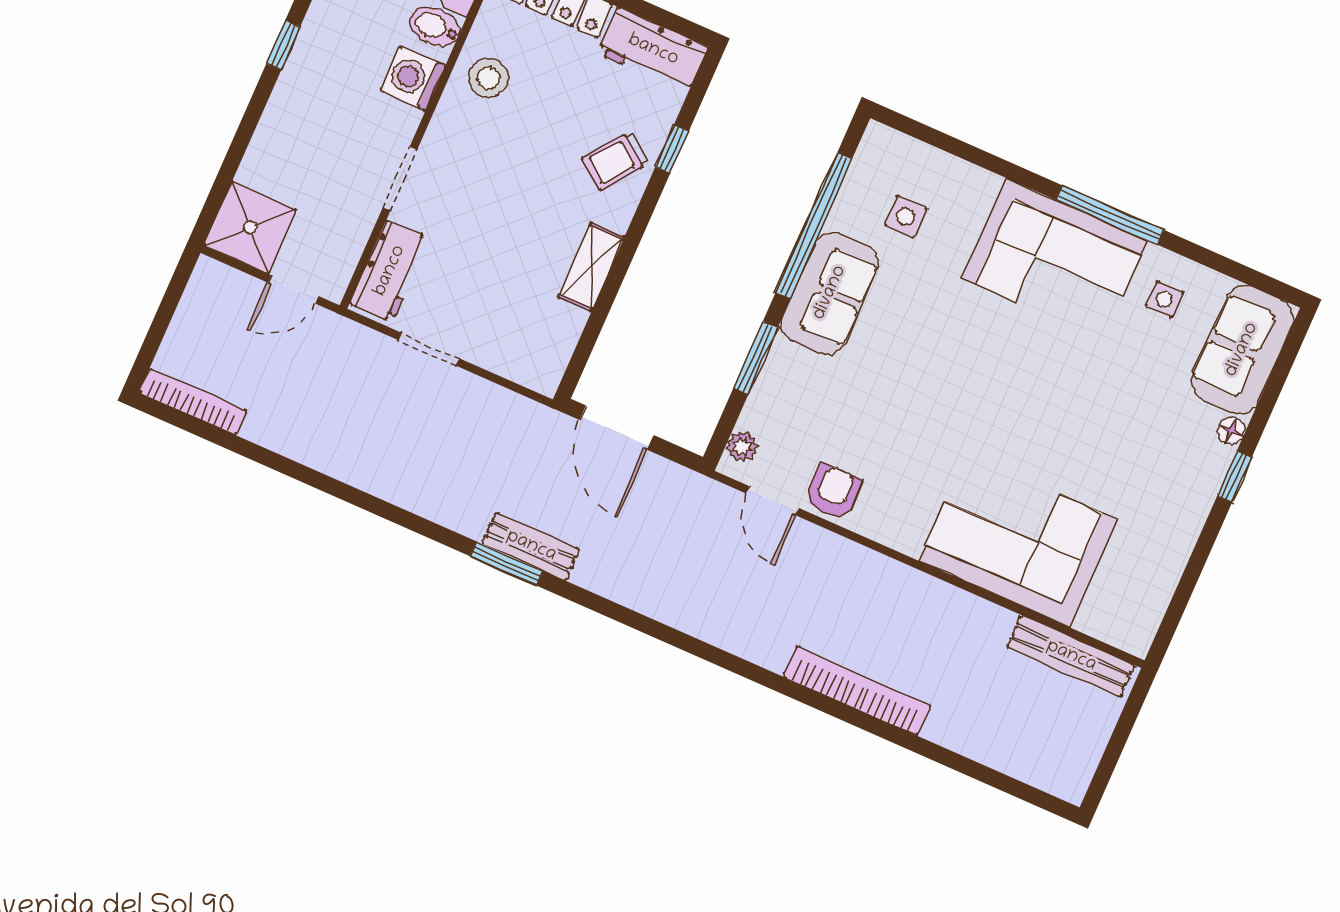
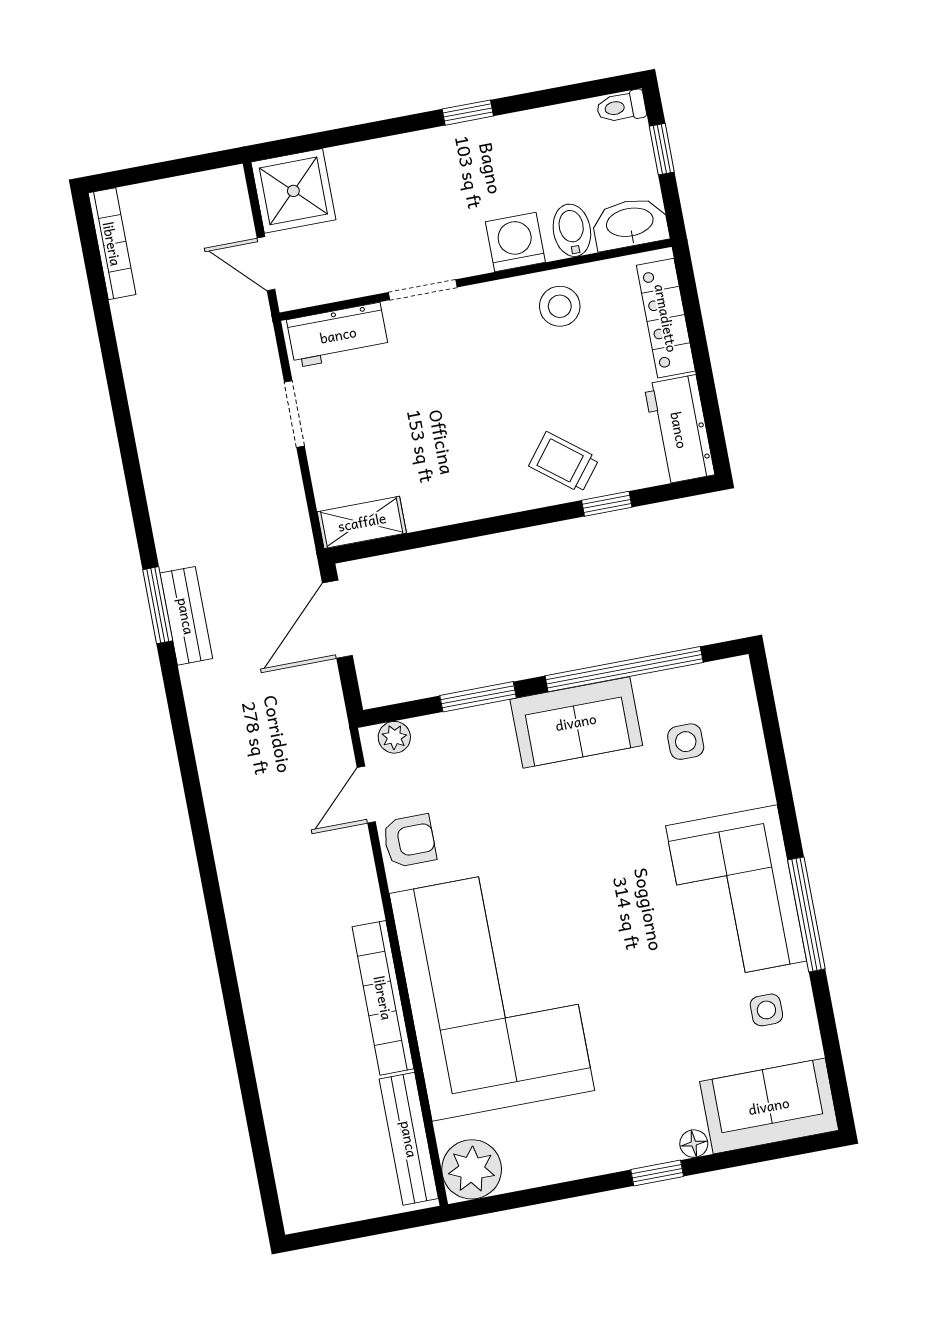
shelving: (591, 267) -> (362, 522), moved
corner sofa: (1018, 540) -> (492, 992), width x1.36, depth x1.36
plant: (1130, 622) -> (472, 1169), added
bookcase: (857, 691) -> (383, 998), moved, turned 180

